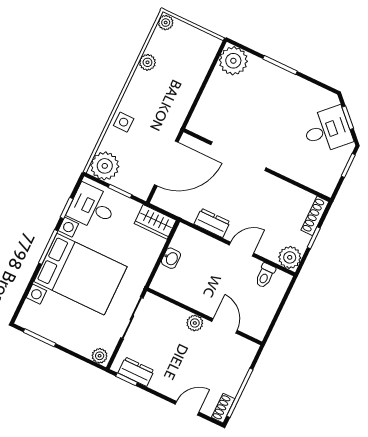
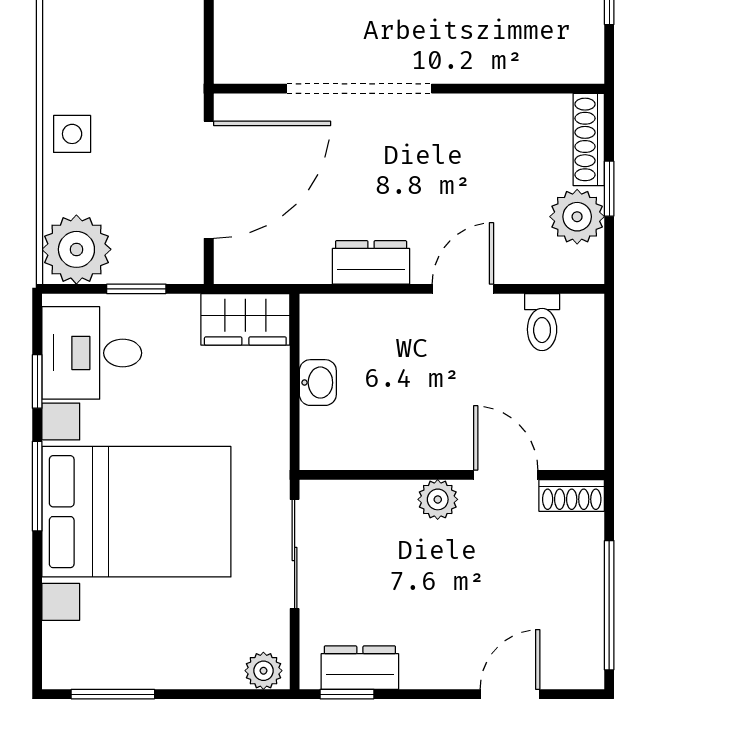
plant: (290, 257) -> (577, 217), moved
shoe rack: (223, 408) -> (572, 495), moved, turned -90

